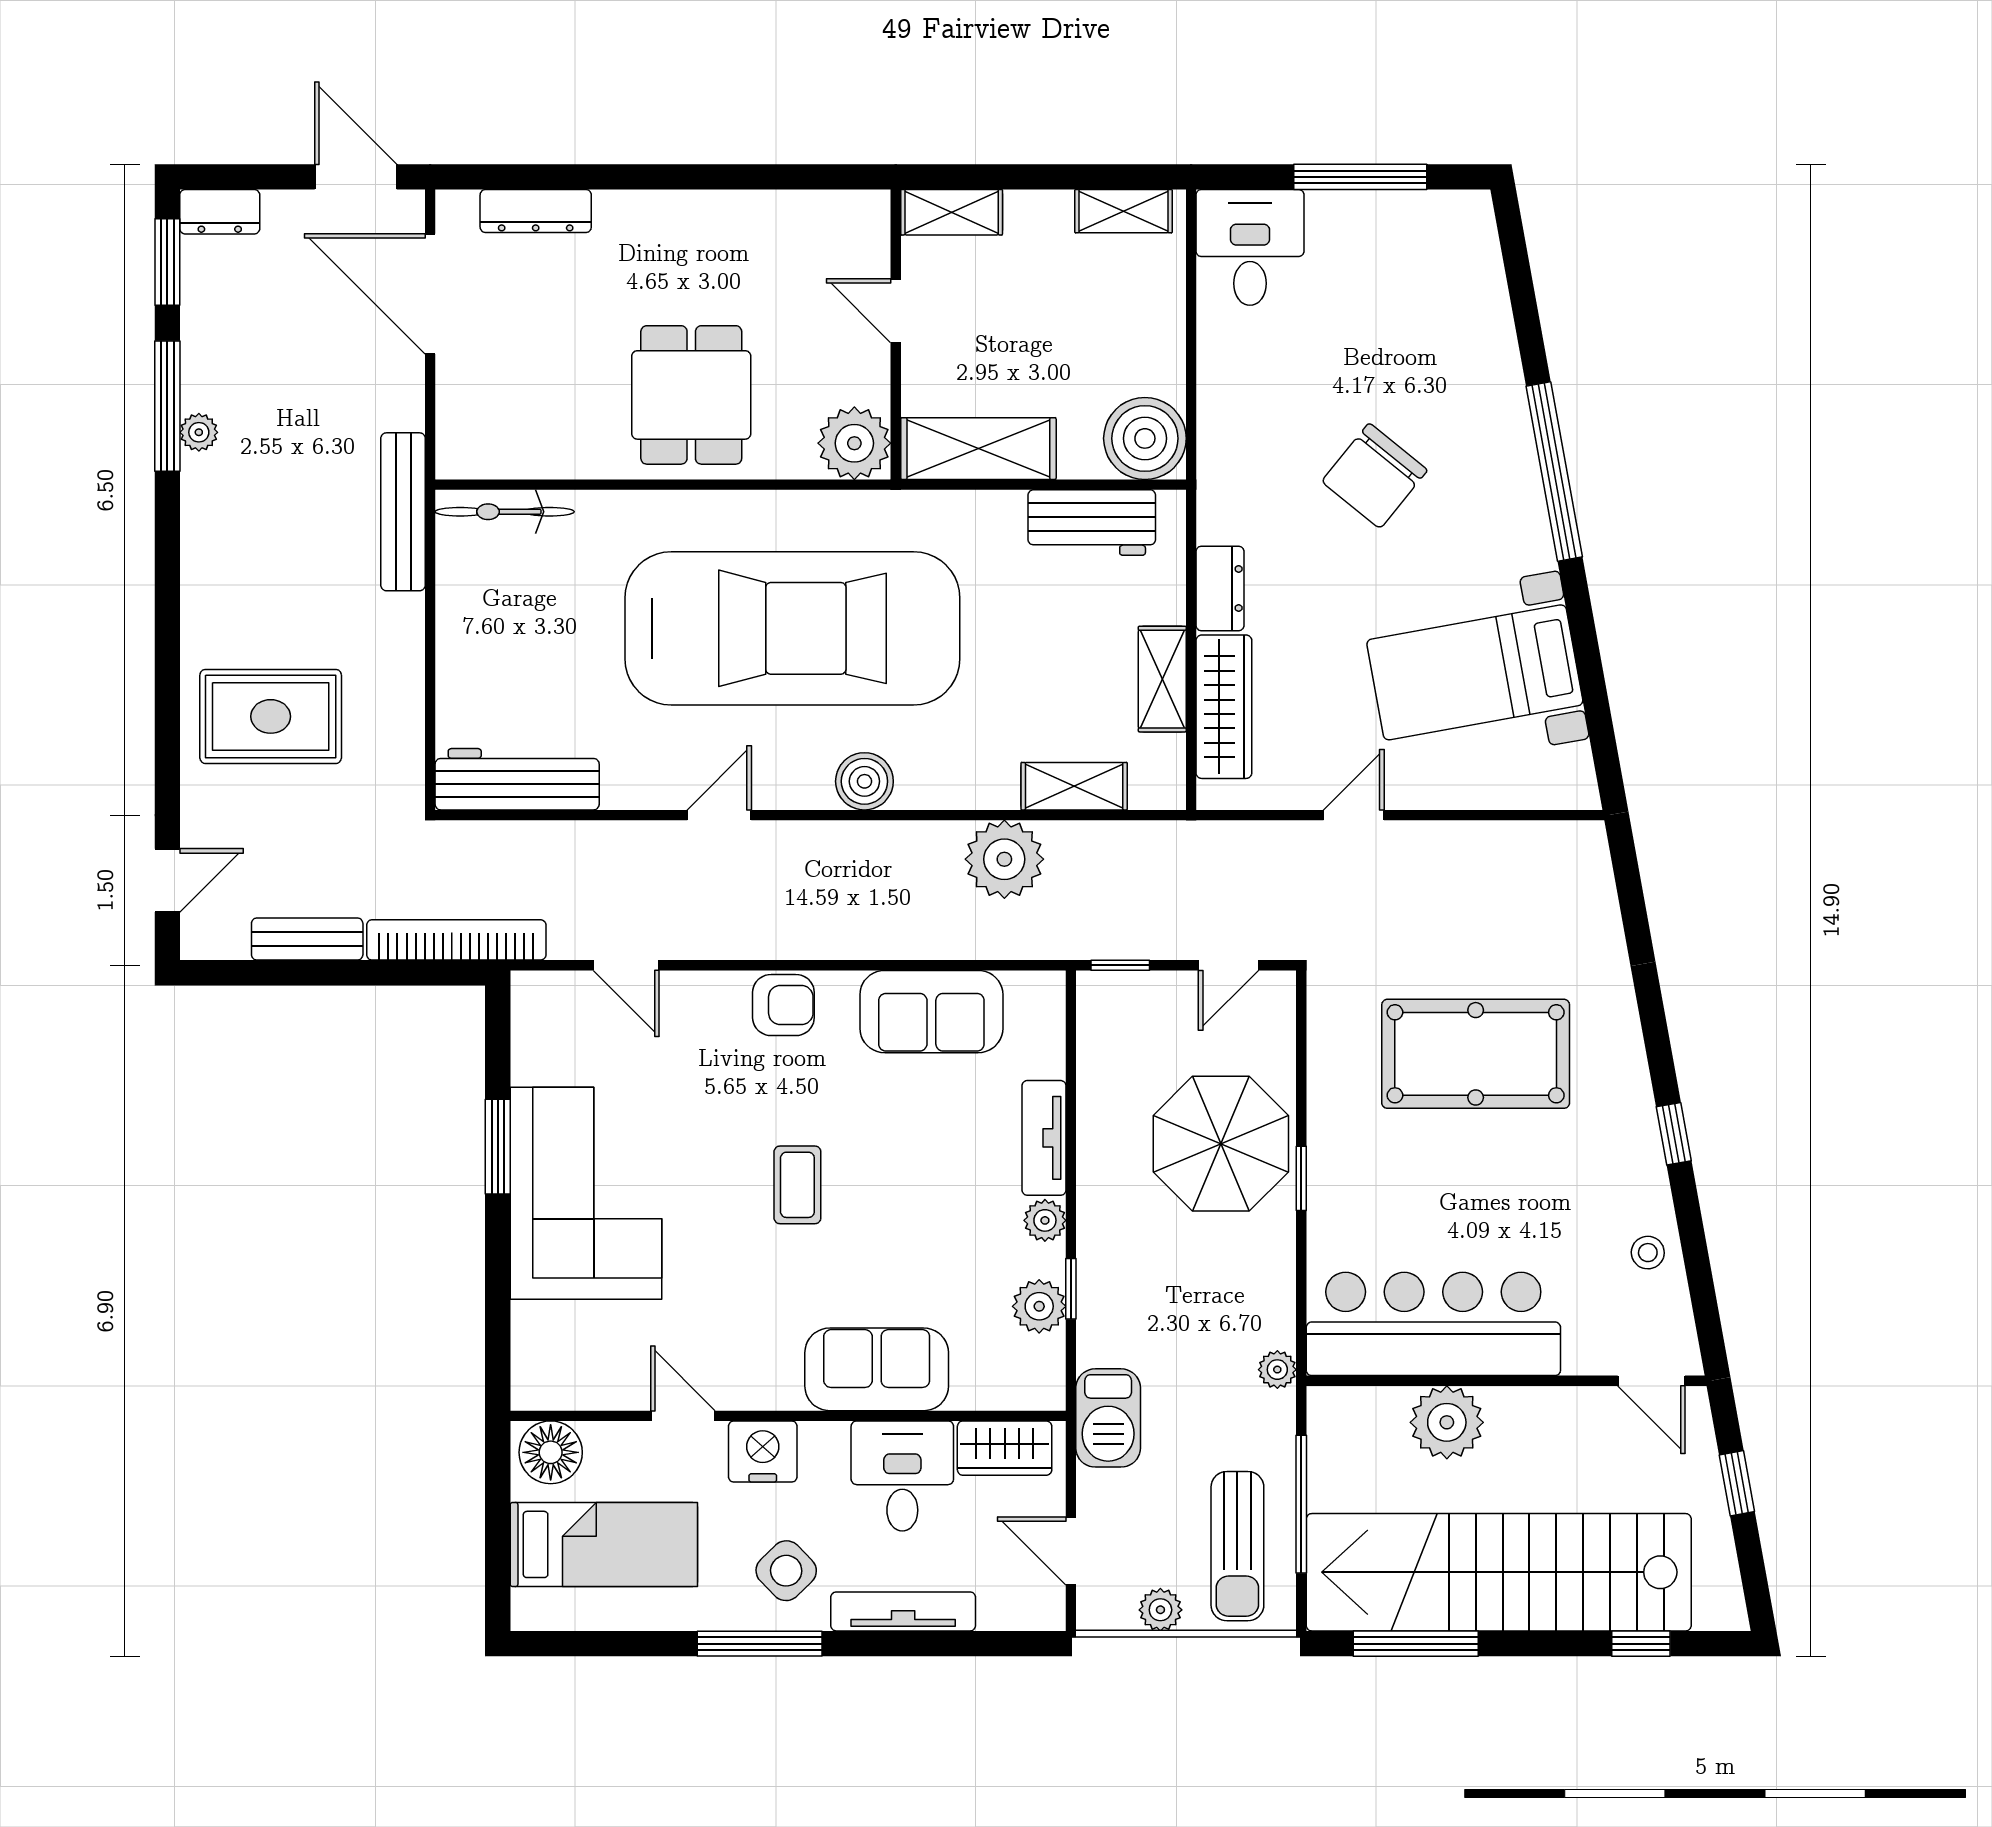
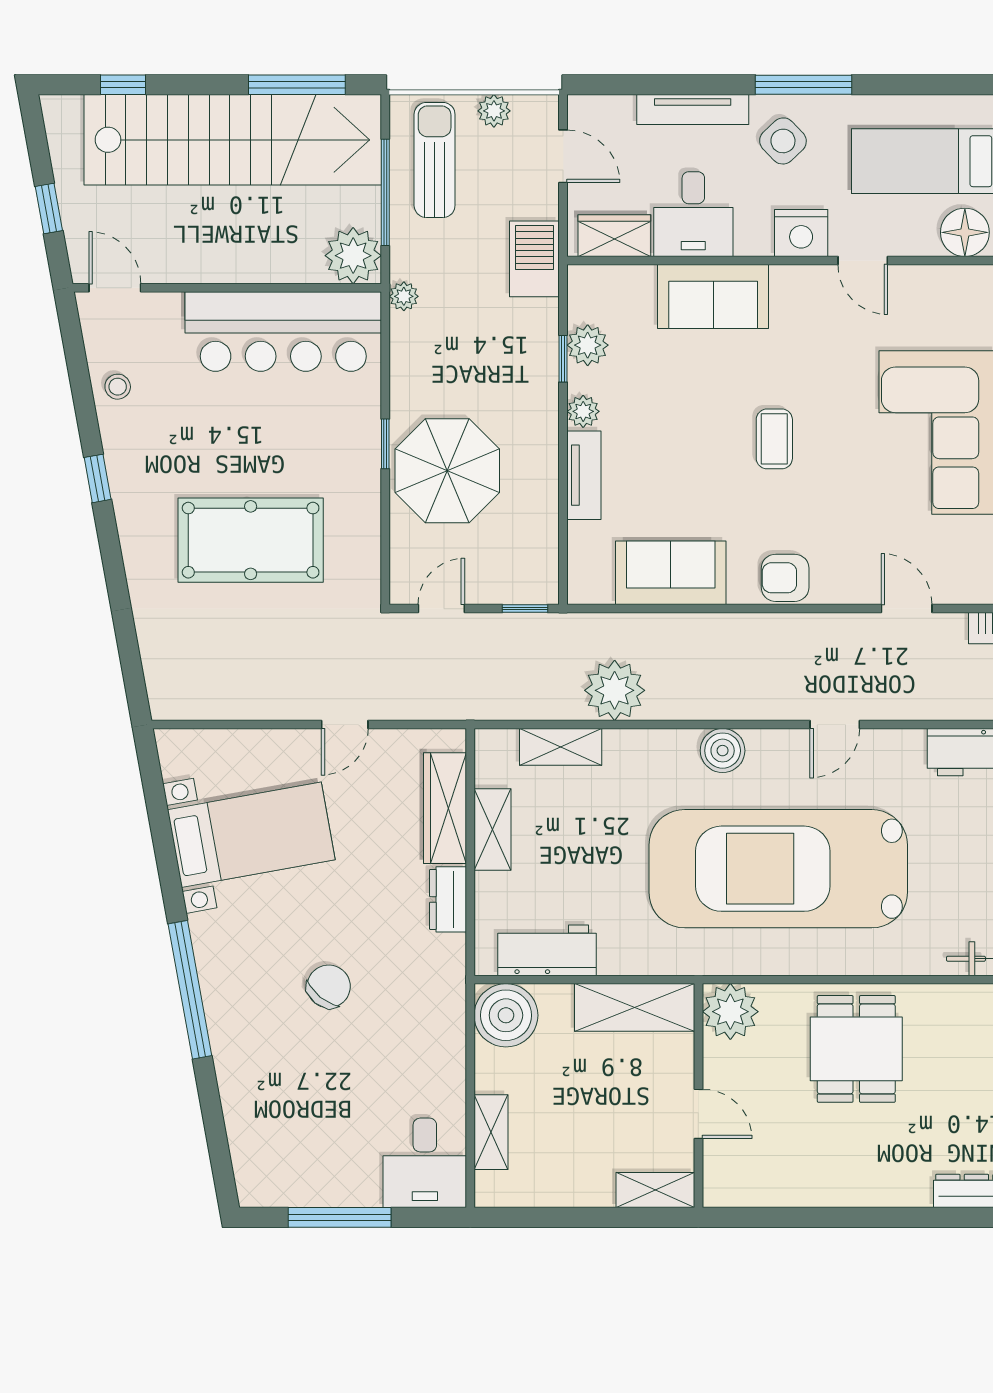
shelving: (1123, 211) -> (491, 1132), moved, turned 90
chair: (1375, 476) -> (329, 986), width x0.73, depth x0.73
plant: (1447, 1422) -> (353, 256), moved

